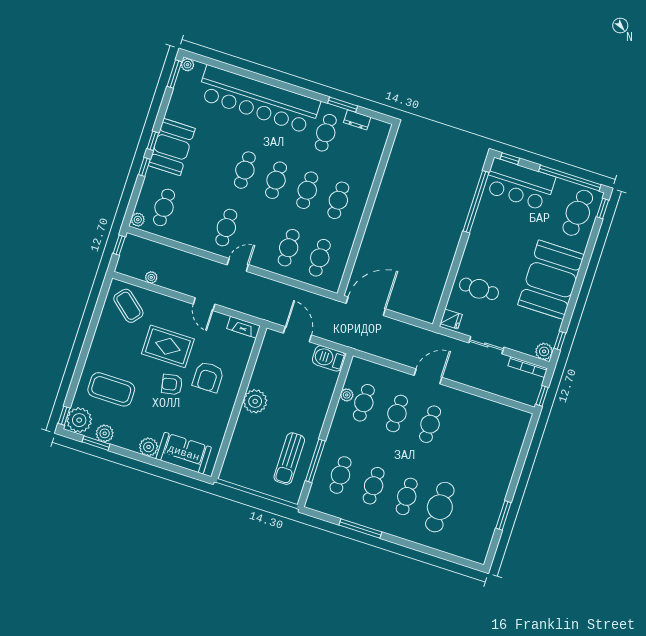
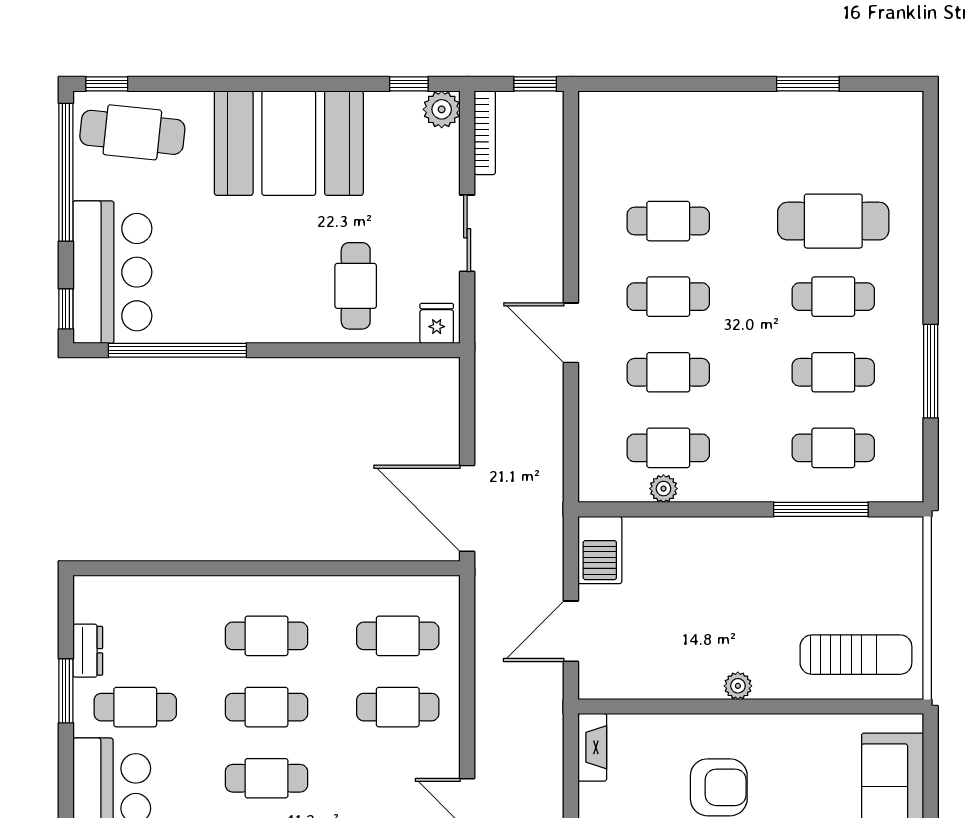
plant: (255, 401) -> (738, 686), width x0.53, depth x0.53
cafe table: (463, 435) -> (668, 221), added
sun lounger: (289, 459) -> (856, 655), moved

